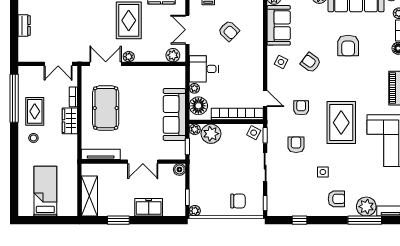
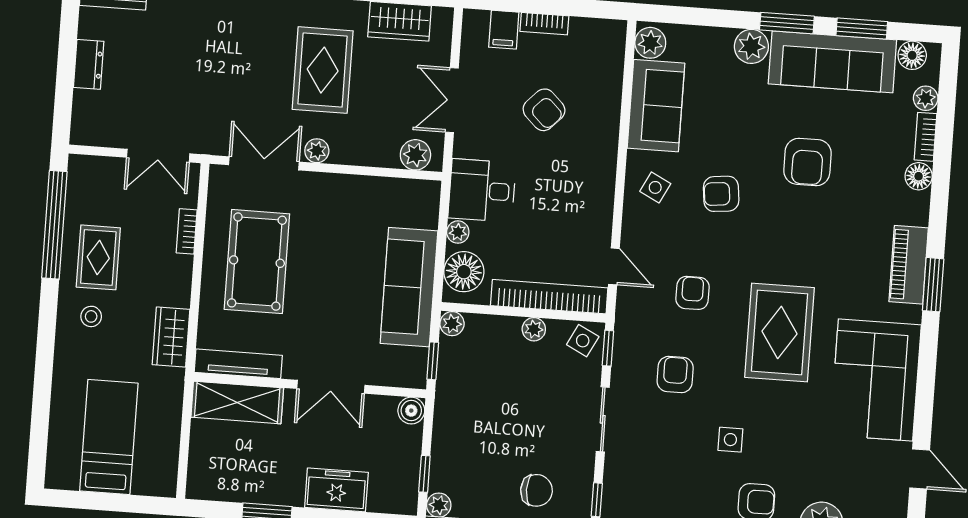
armchair: (311, 63) -> (721, 194), turned -43
wardrobe: (70, 121) -> (171, 337), moved
plant: (211, 134) -> (534, 329), moved, width x0.53, depth x0.53
shelving: (89, 196) -> (237, 402), moved, turned 90

